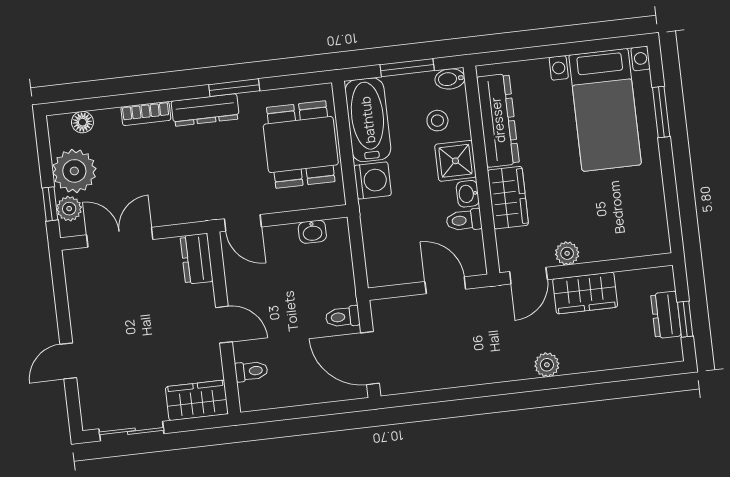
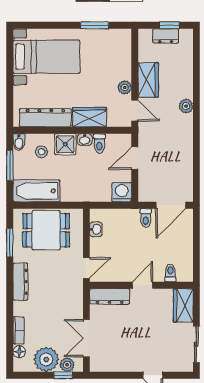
window: (234, 88) -> (10, 243), moved
window: (661, 112) -> (95, 25), moved
bookcase: (146, 114) -> (19, 331), moved
washing machine: (373, 180) -> (122, 192), moved
dresser: (197, 259) -> (110, 296), width x1.44

